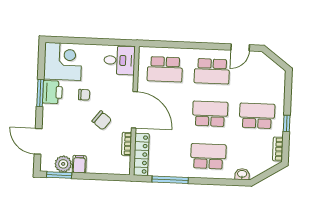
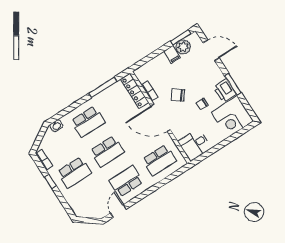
school desk: (165, 69) -> (159, 160), turned 180

